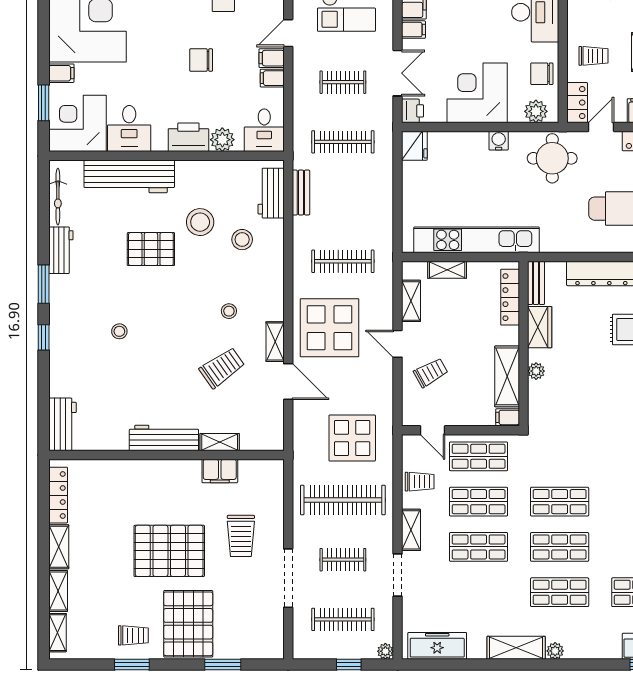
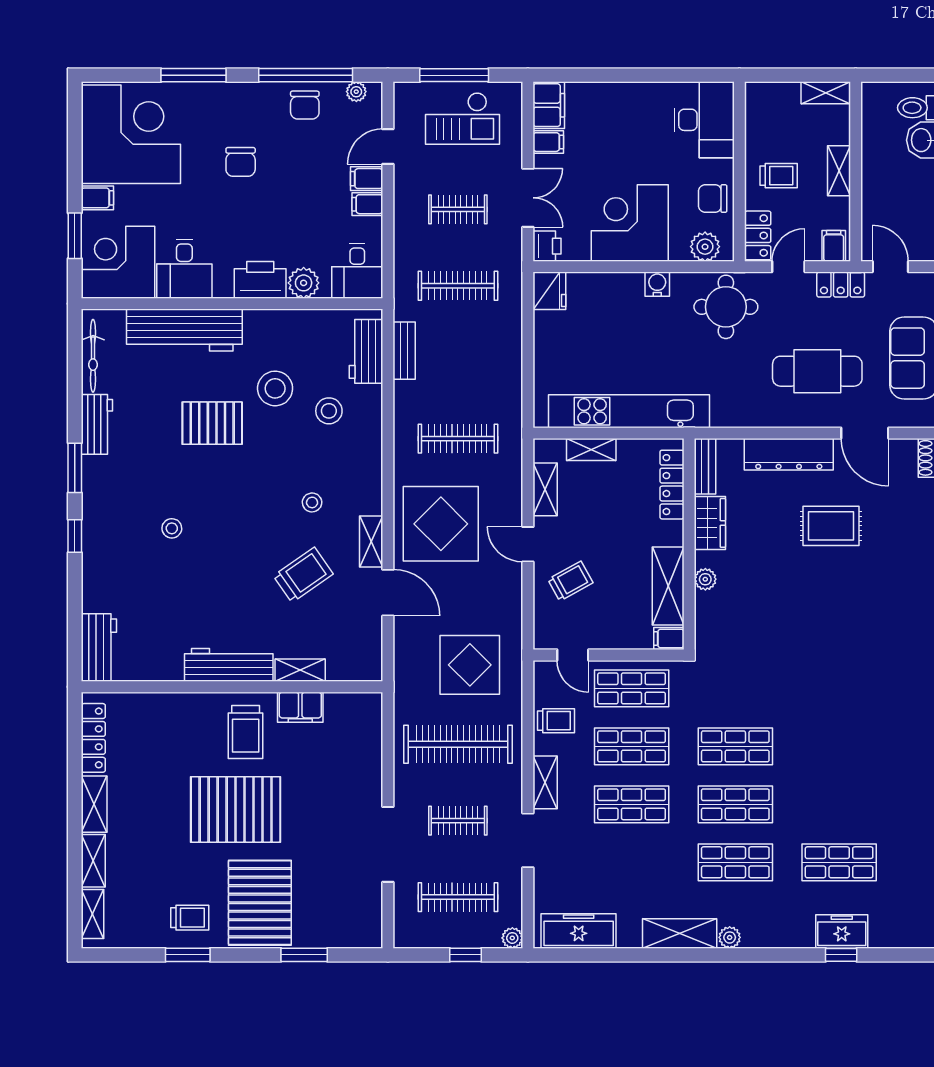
chair: (201, 60) -> (241, 162), moved, turned -90
trolley: (241, 536) -> (246, 732), moved

